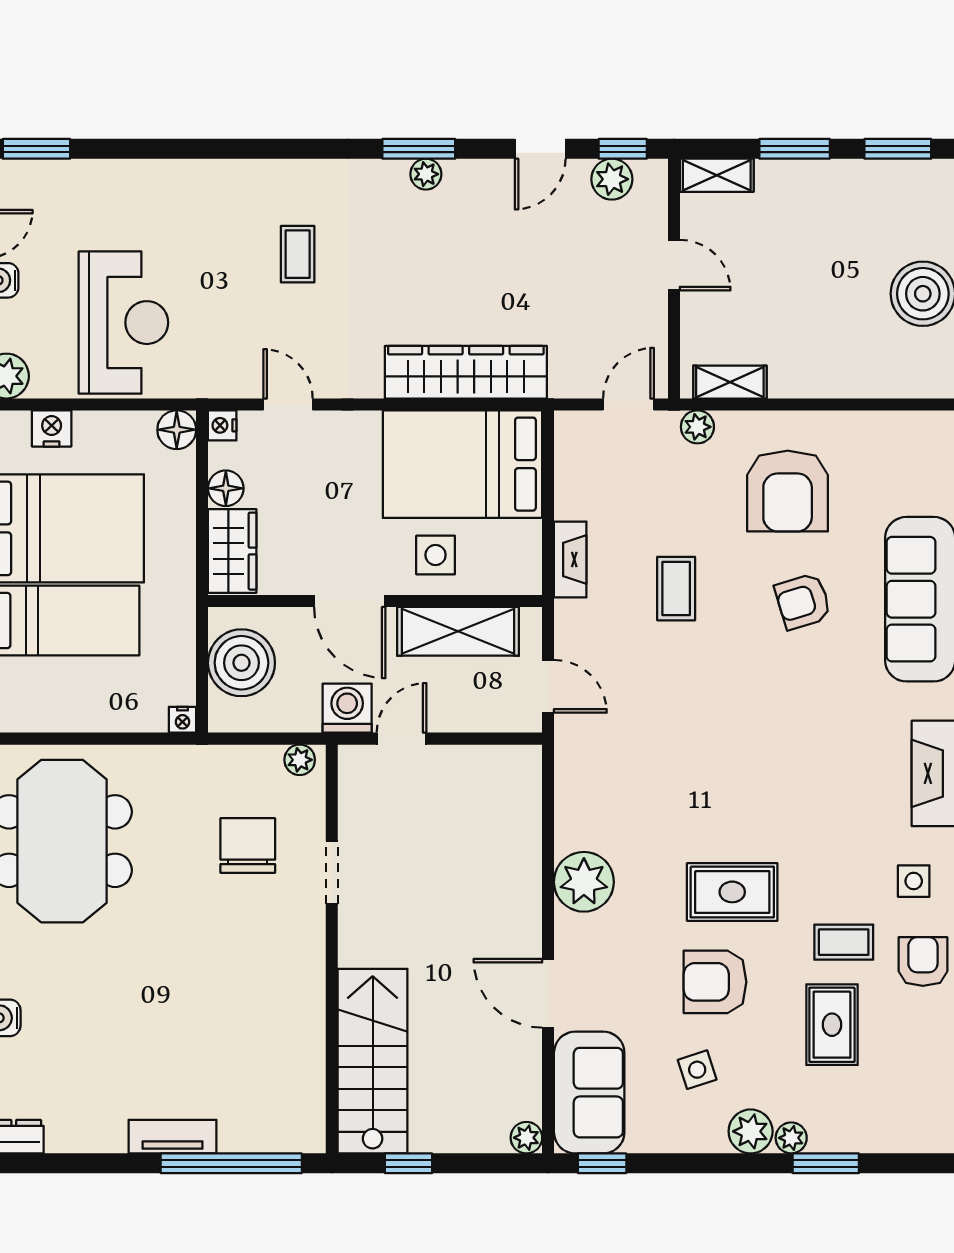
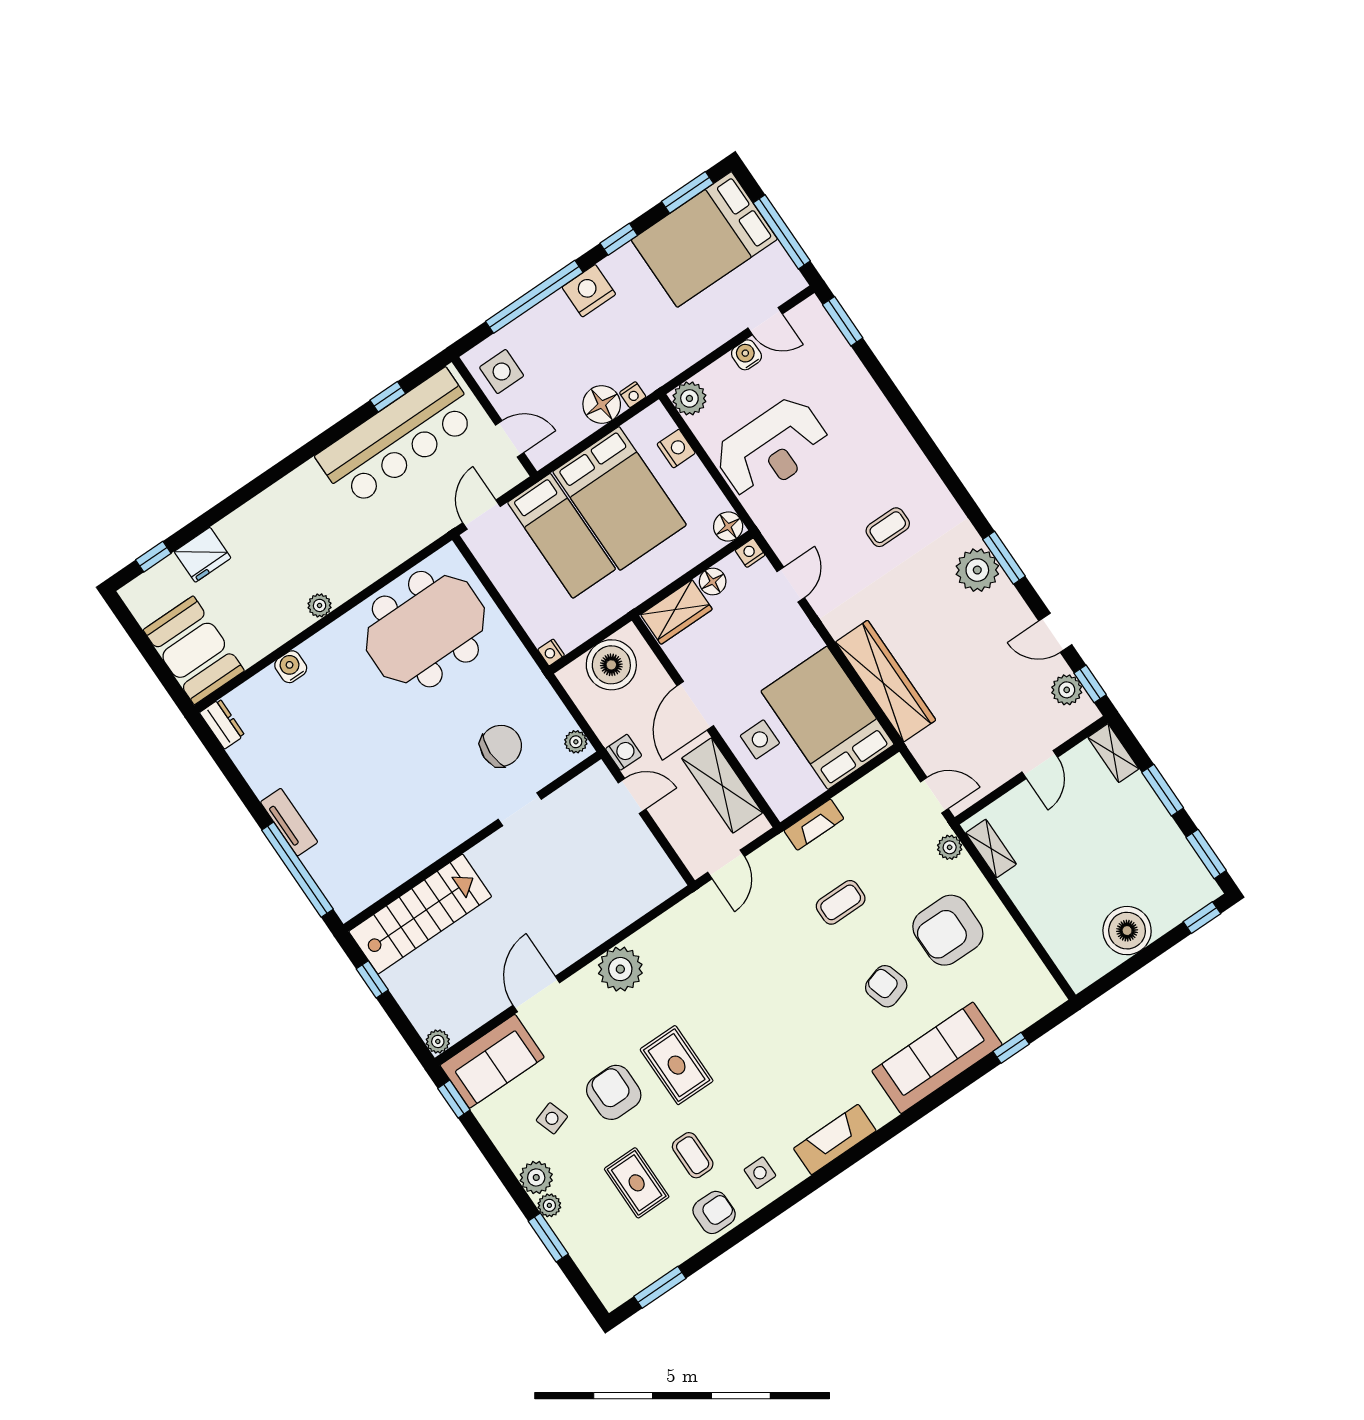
plant: (426, 174) -> (977, 570), width x1.88, depth x1.88
washing machine: (347, 708) -> (624, 752), width x0.73, depth x0.73
rug: (832, 1025) -> (637, 1183), turned 90

